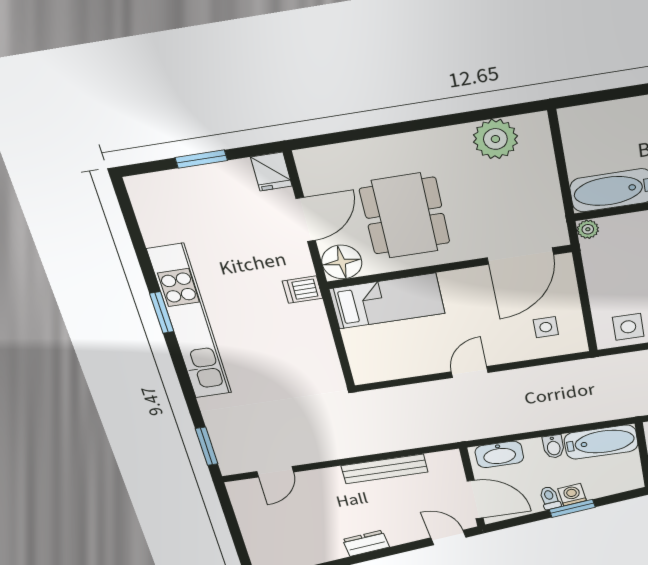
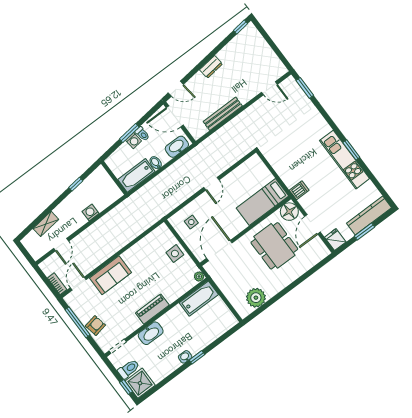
kitchen counter: (178, 184) -> (369, 215), added
kitchen unit: (190, 322) -> (345, 160), width x0.73
side table: (628, 327) -> (175, 254), moved
door: (275, 472) -> (269, 88), swing flipped

